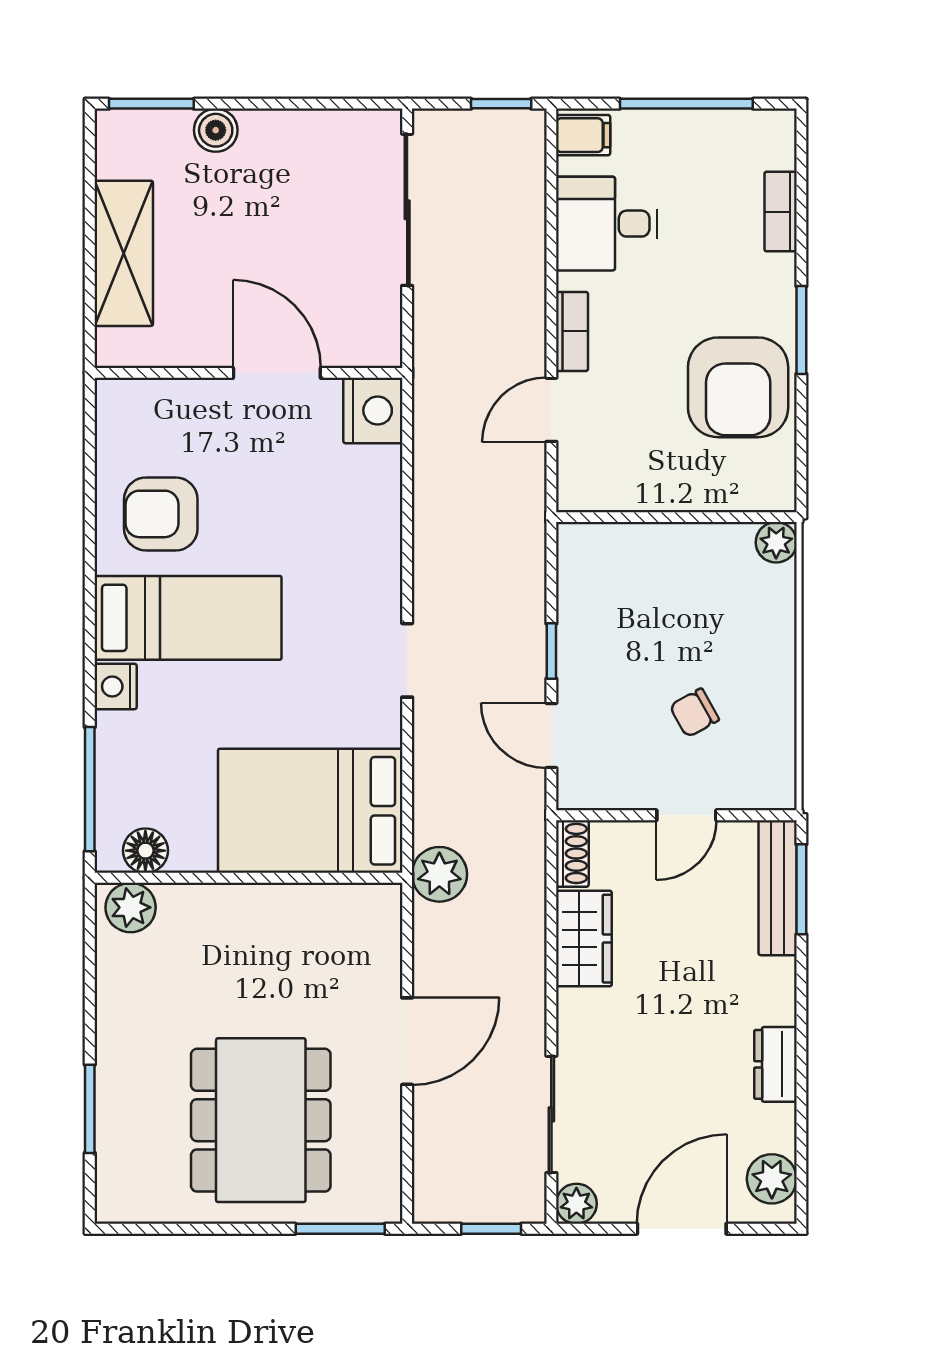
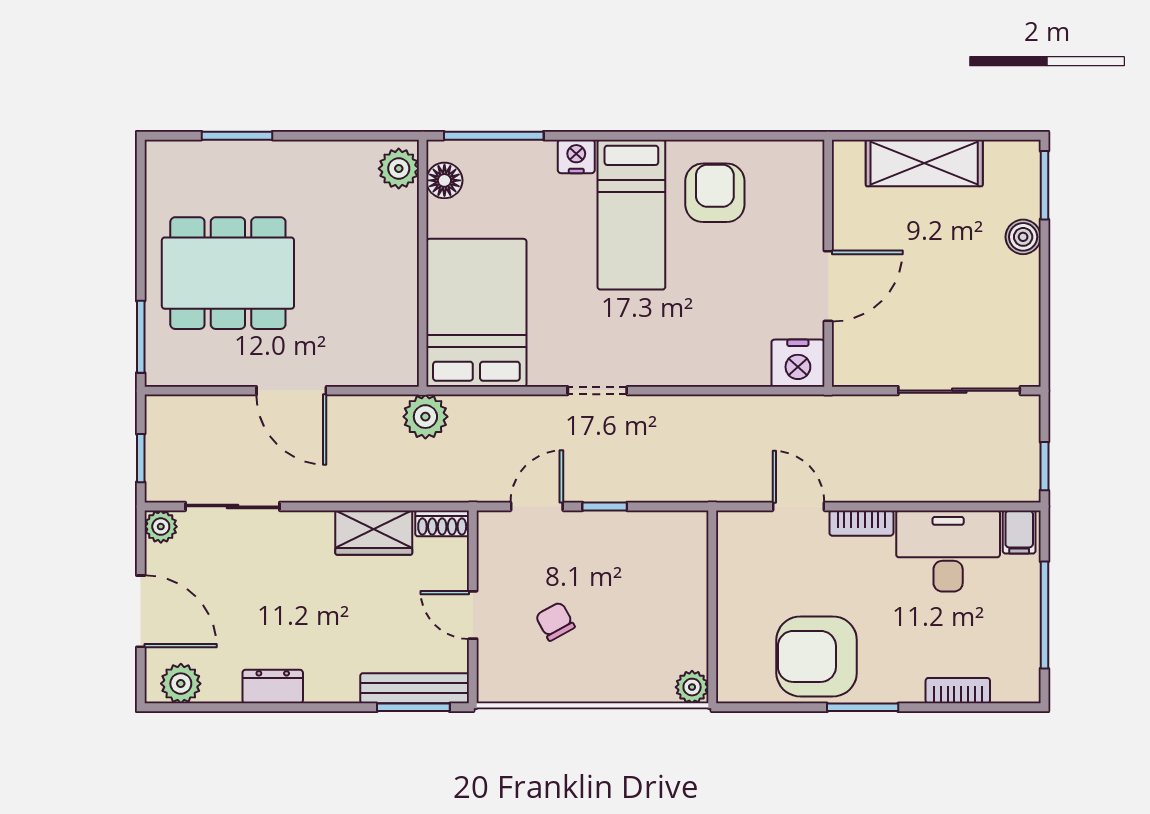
desk: (607, 224) -> (948, 551), width x1.37

